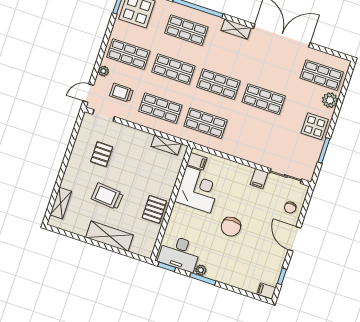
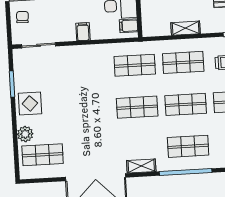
shop shelf: (264, 99) -> (89, 110), removed
shelving: (166, 145) -> (186, 28), moved
filing cabinet: (259, 179) -> (83, 32), moved

